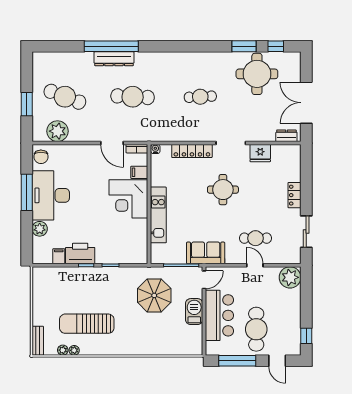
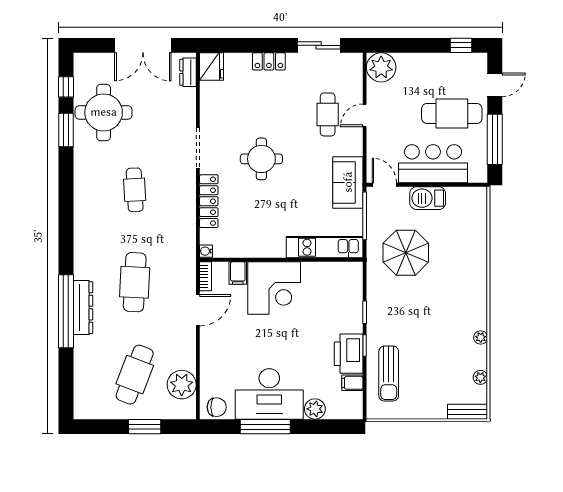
fridge: (260, 153) -> (212, 67), moved
kitchen unit: (158, 215) -> (325, 247), moved
sun lounger: (87, 324) -> (389, 374), moved, width x0.73, depth x0.75
plant: (74, 350) -> (481, 338), moved

